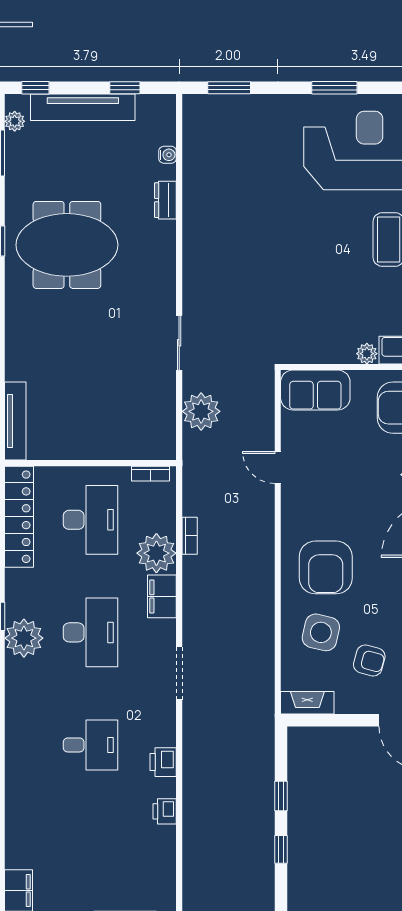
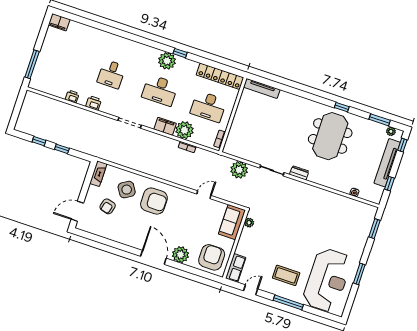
dresser: (165, 200) -> (299, 173), moved
plant: (367, 354) -> (249, 223), moved
armchair: (326, 567) -> (154, 201), turned 180
side table: (321, 632) -> (127, 190), turned 45

